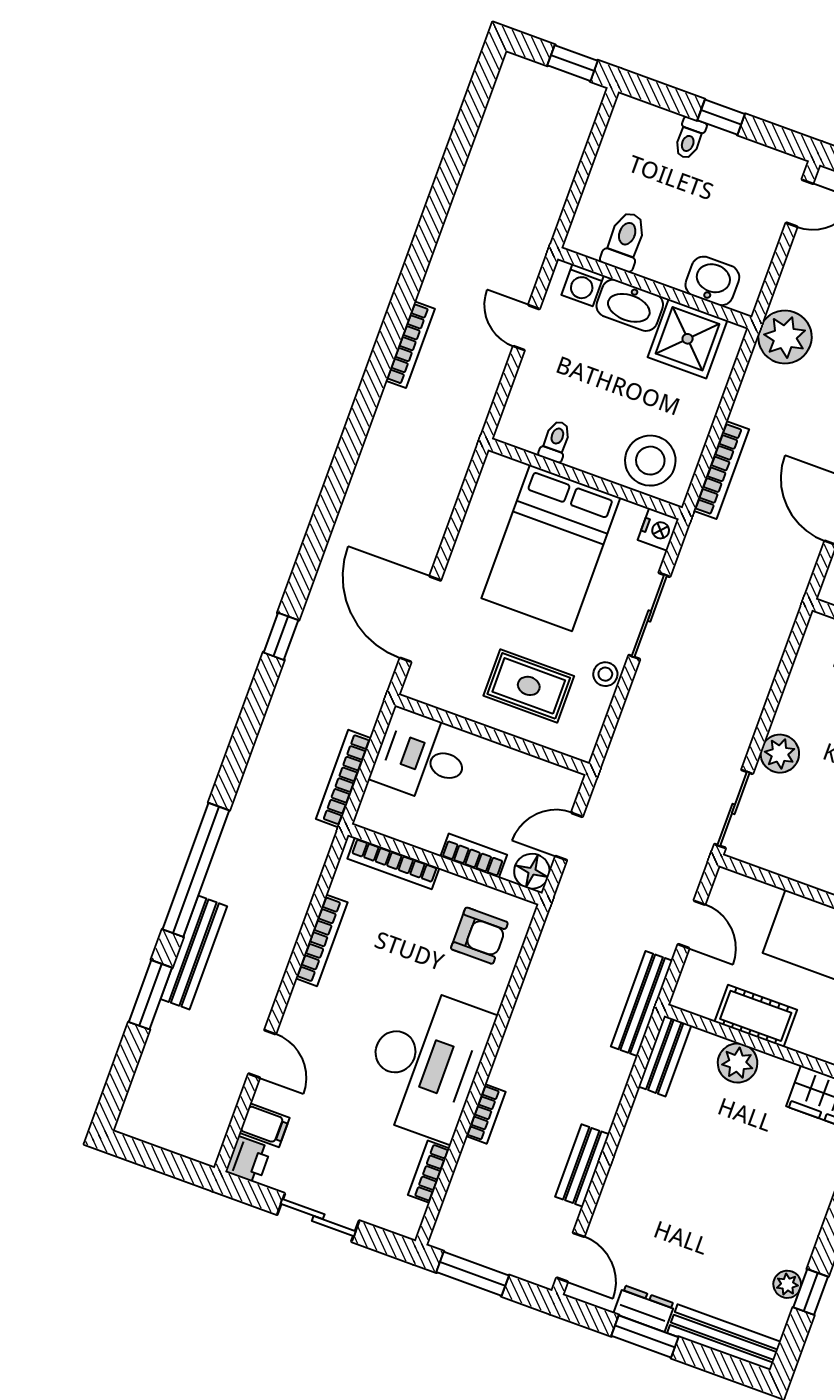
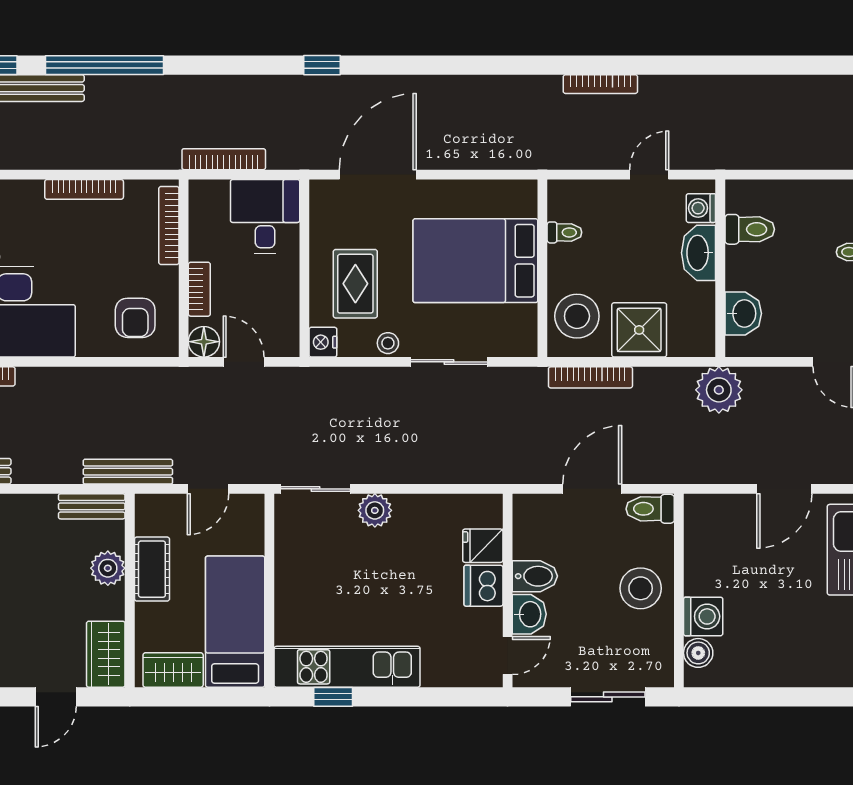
shower: (688, 339) -> (639, 330), moved
nightstand: (658, 529) -> (323, 342), moved, turned 90

